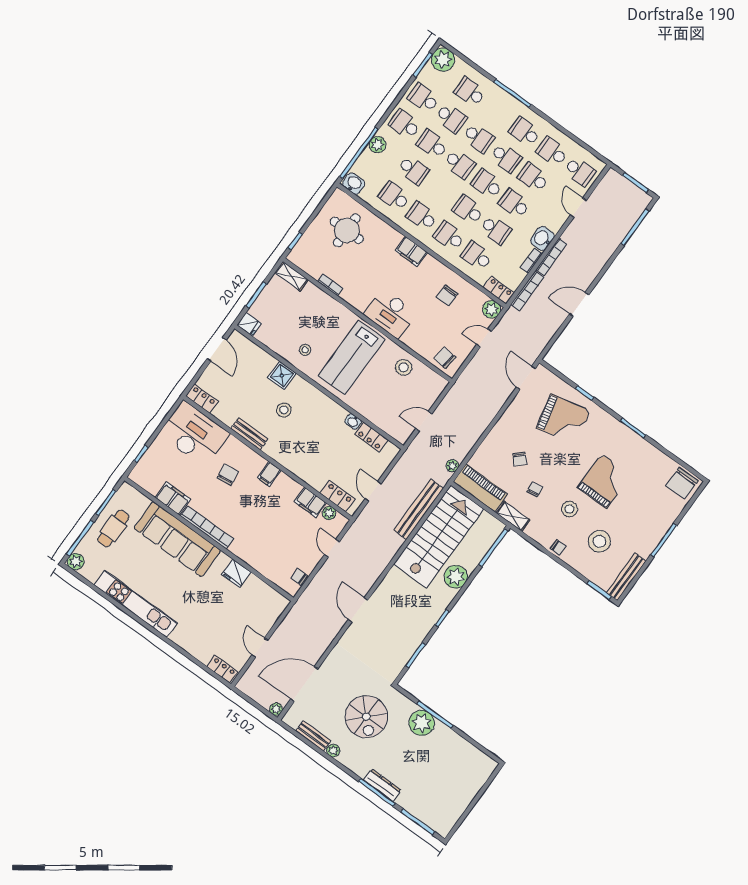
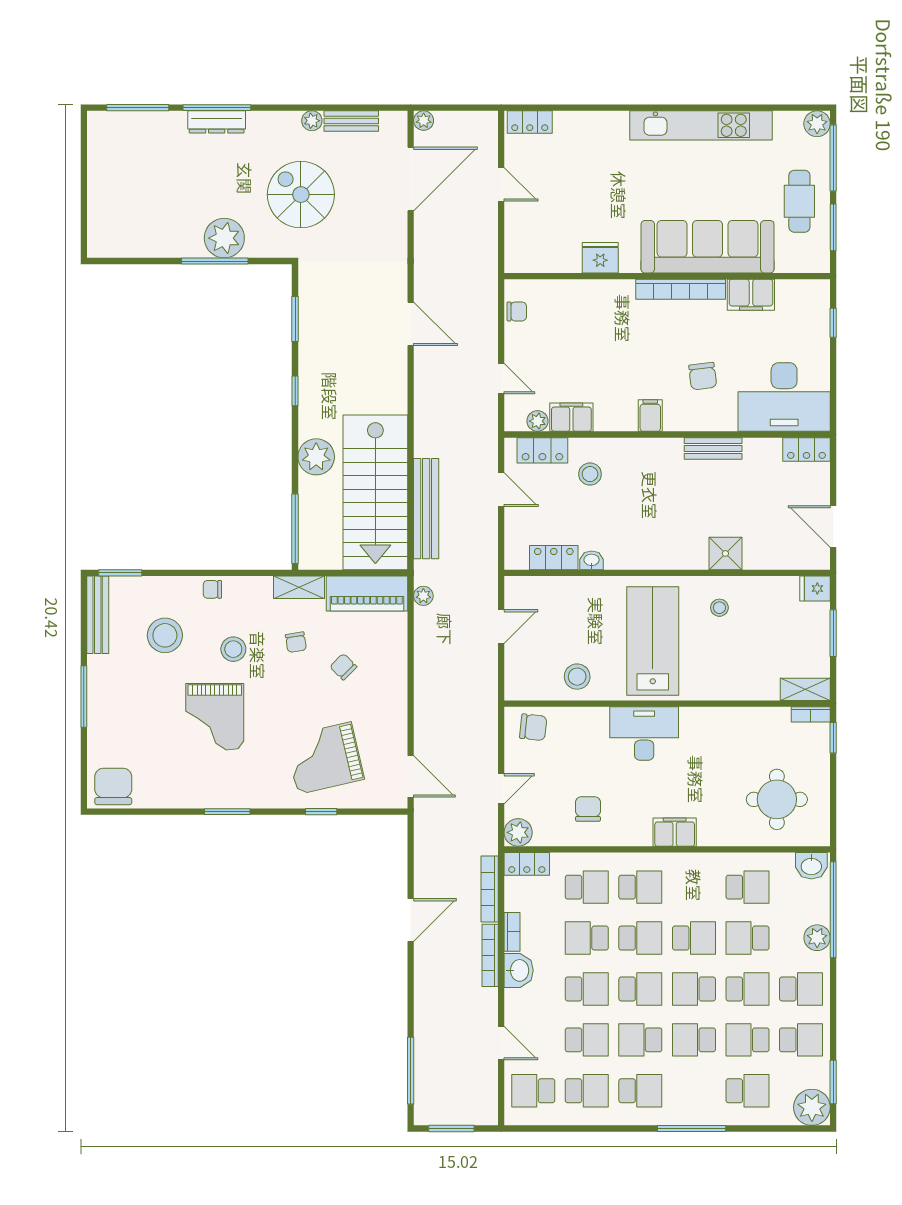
school desk: (422, 216) -> (694, 938), moved
bookcase: (330, 285) -> (811, 714), moved
stool: (284, 410) -> (590, 474), moved

